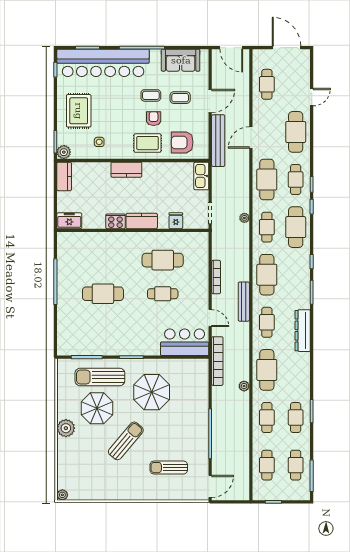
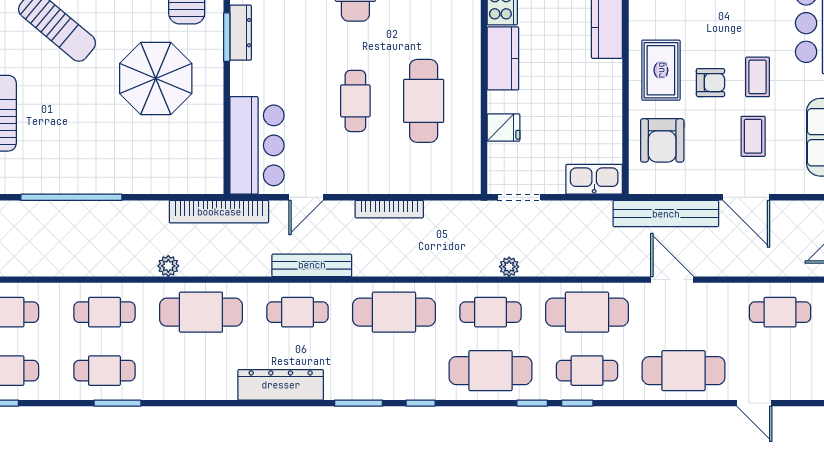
armchair: (182, 142) -> (662, 140), turned 180
bench: (244, 302) -> (312, 265), moved
dresser: (129, 350) -> (241, 33), added

